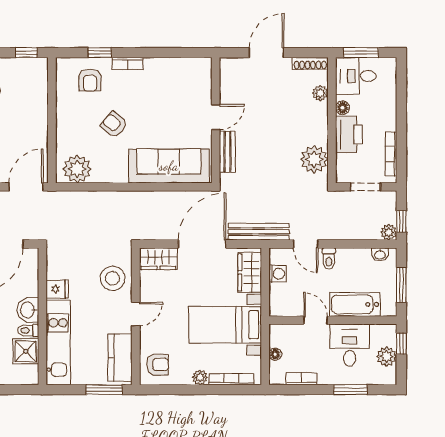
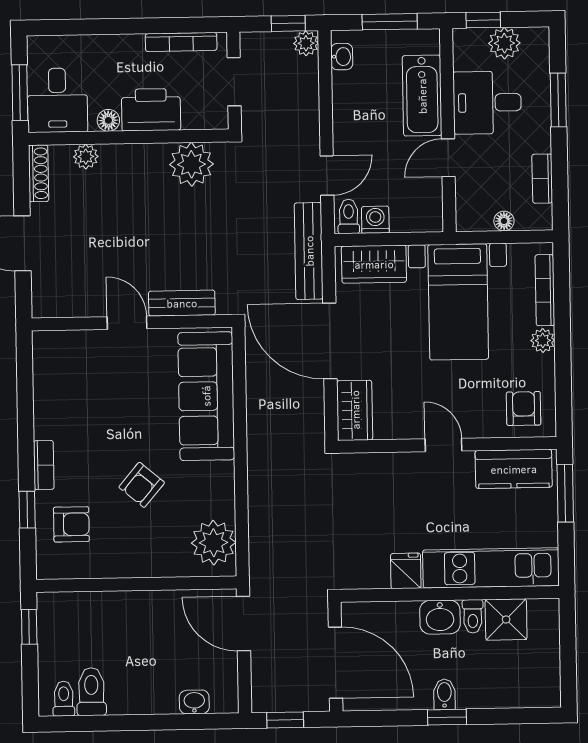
toilet: (329, 259) -> (349, 216), moved, turned -90
stool: (113, 278) -> (387, 483), removed

